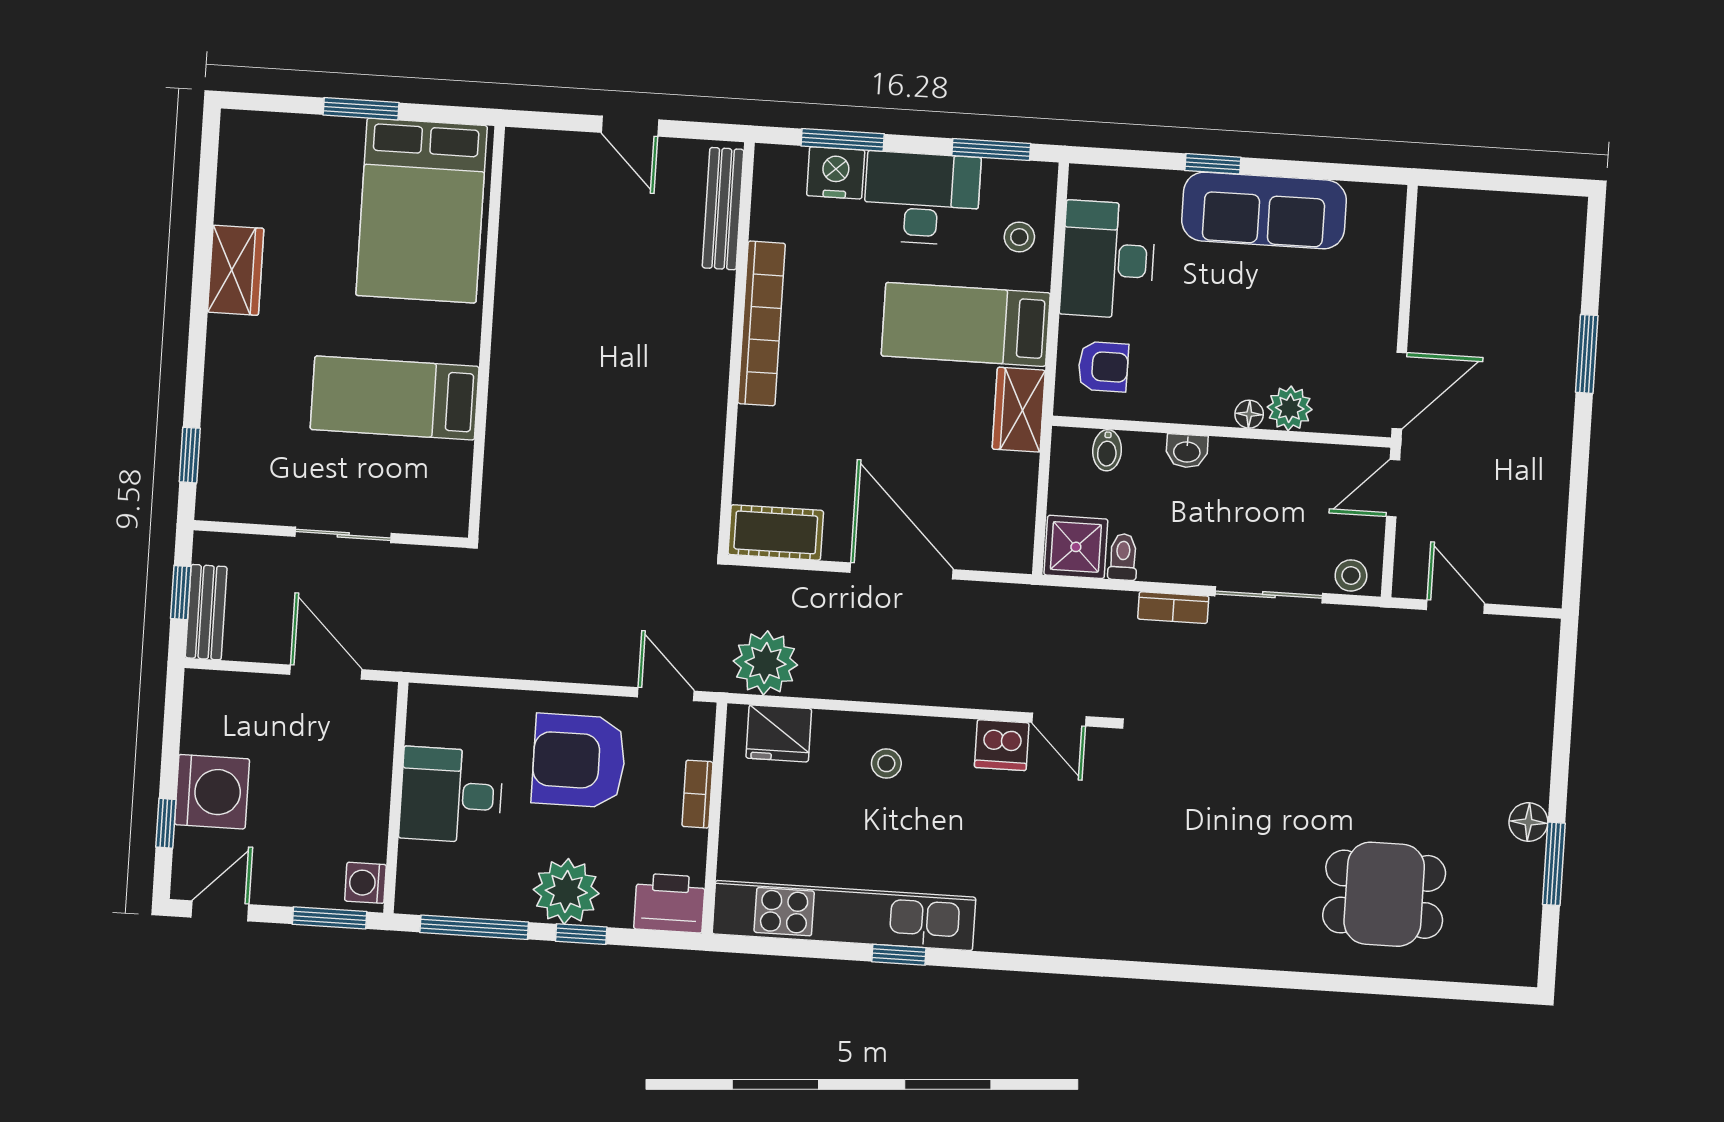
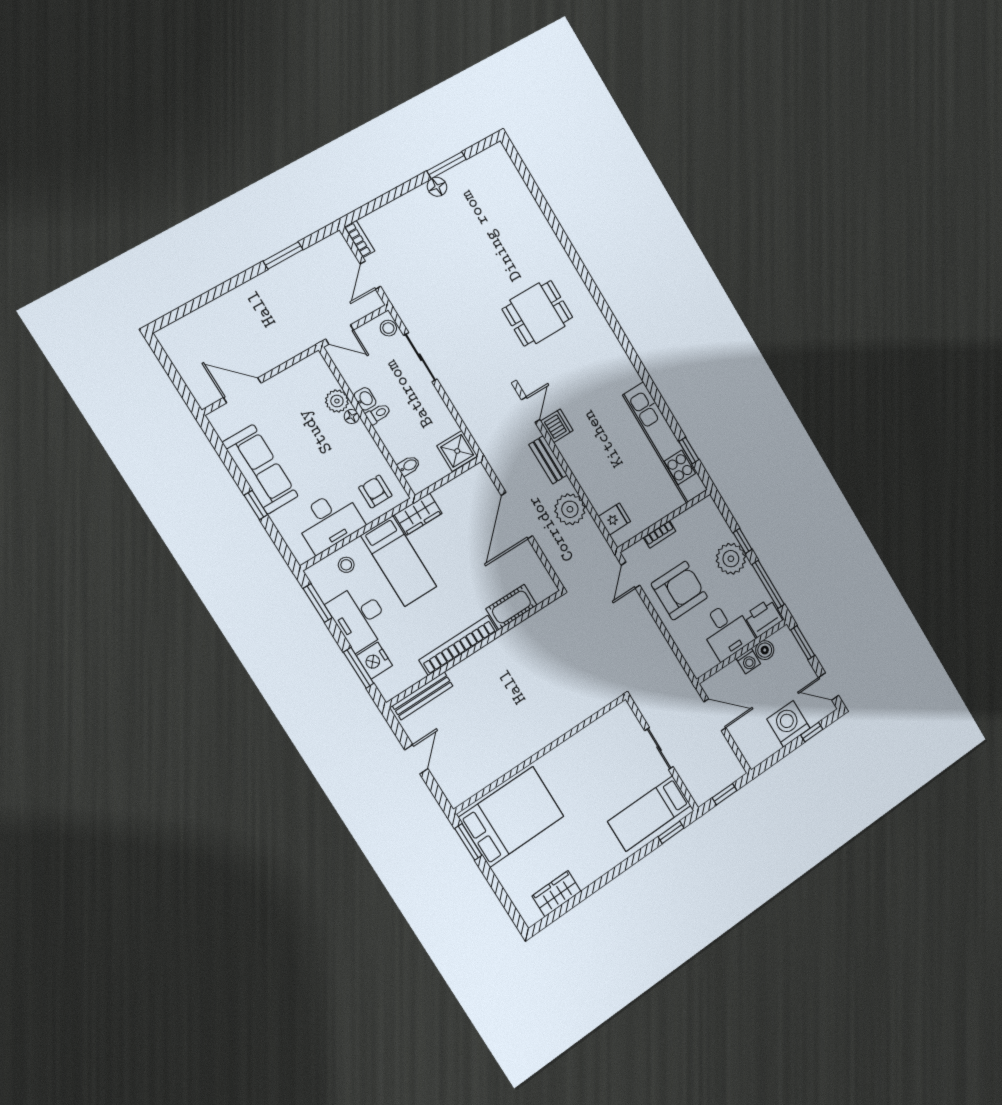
window: (361, 109) -> (468, 842), moved
wardrobe: (236, 270) -> (557, 894), moved
window: (1587, 354) -> (283, 255), moved
door: (1399, 391) -> (242, 390), moved
bed: (395, 398) -> (649, 813), moved, turned 90
washbasin: (1187, 451) -> (365, 399), moved
cot: (776, 532) -> (511, 607), moved, turned 90
toilet: (1123, 557) -> (378, 414), moved, turned 180
bookcase: (1173, 608) -> (359, 239), moved
bench: (206, 612) -> (548, 460), moved, turned 90
plant: (765, 663) -> (570, 509), moved
door: (326, 672) -> (715, 715), swing flipped
fridge: (779, 733) -> (614, 519), width x0.72
armchair: (579, 761) -> (679, 591), turned -90
stool: (886, 764) -> (596, 467), removed
boiler: (368, 840) -> (765, 650), added
washing machine: (365, 883) -> (748, 661), moved
dining table: (1384, 894) -> (538, 313), moved, turned 90
printer: (670, 903) -> (763, 618), moved, turned 90
window: (899, 955) -> (689, 451), moved

